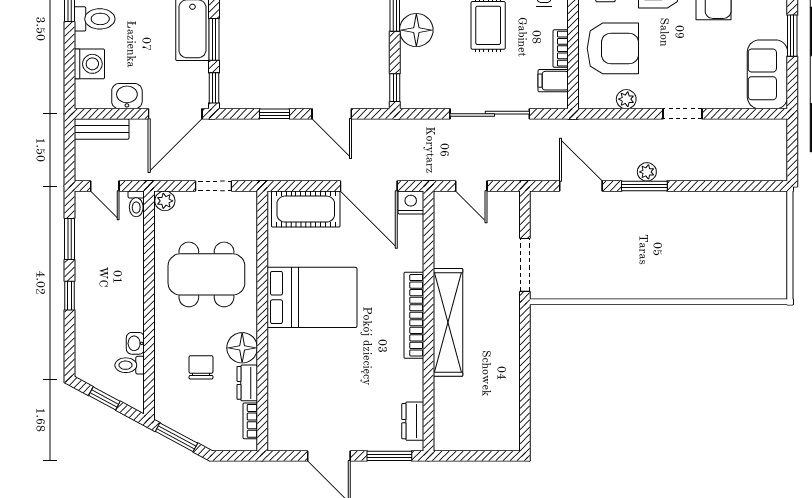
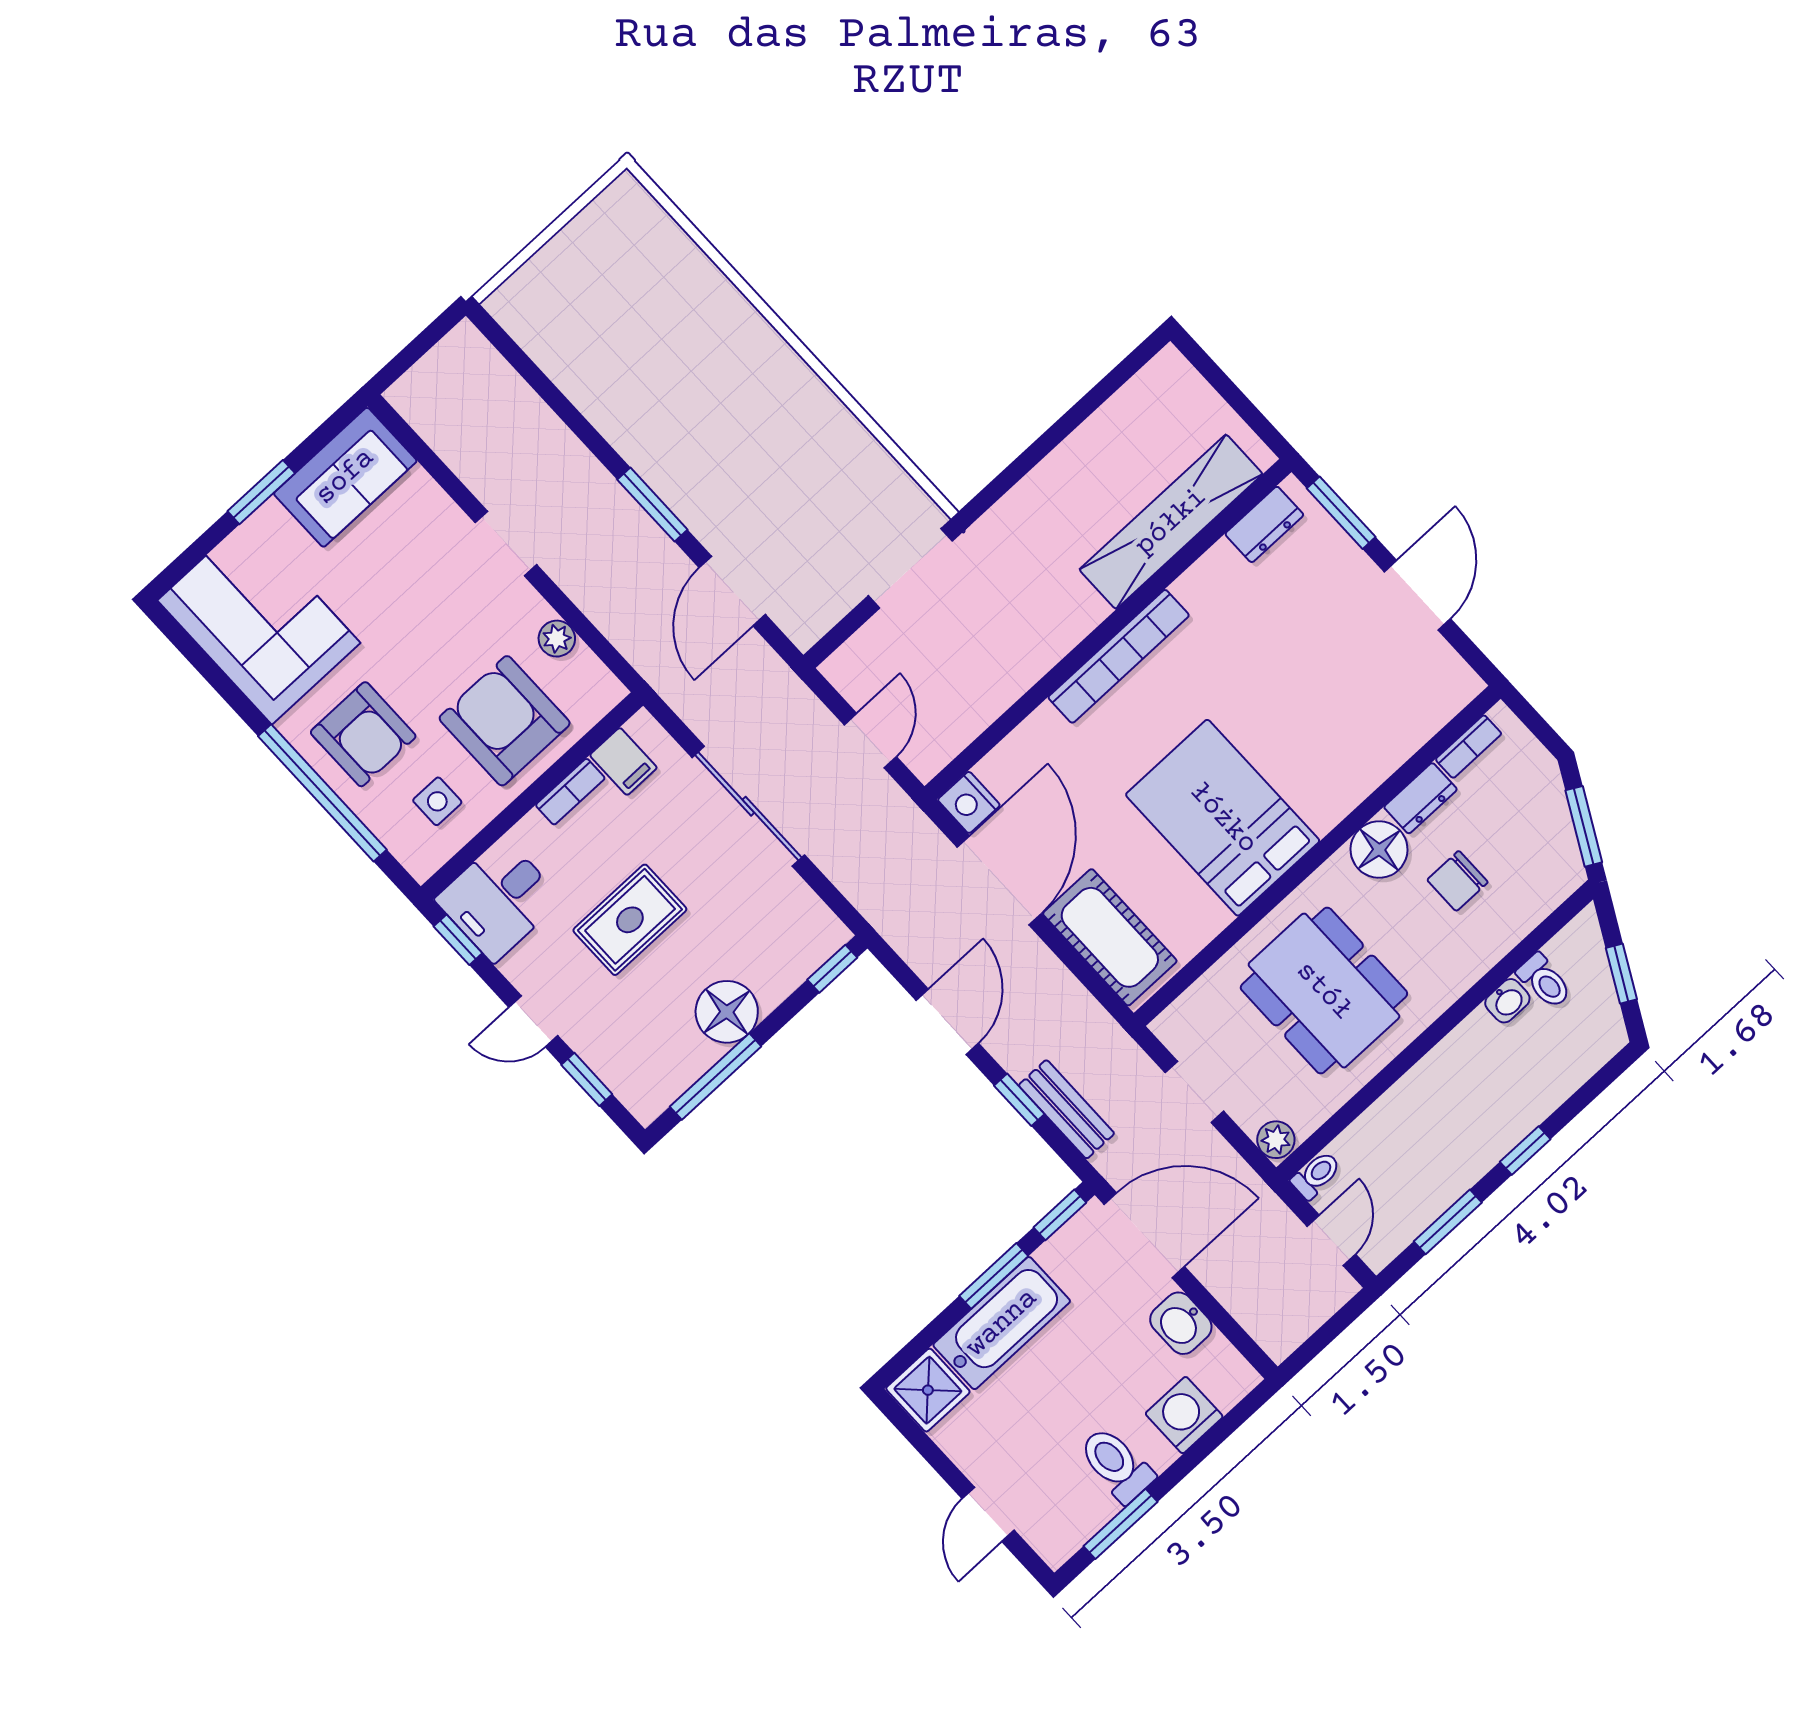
bench: (102, 129) -> (1066, 1109), moved
plant: (647, 172) -> (630, 519), removed
shelving: (448, 322) -> (1171, 522), moved

